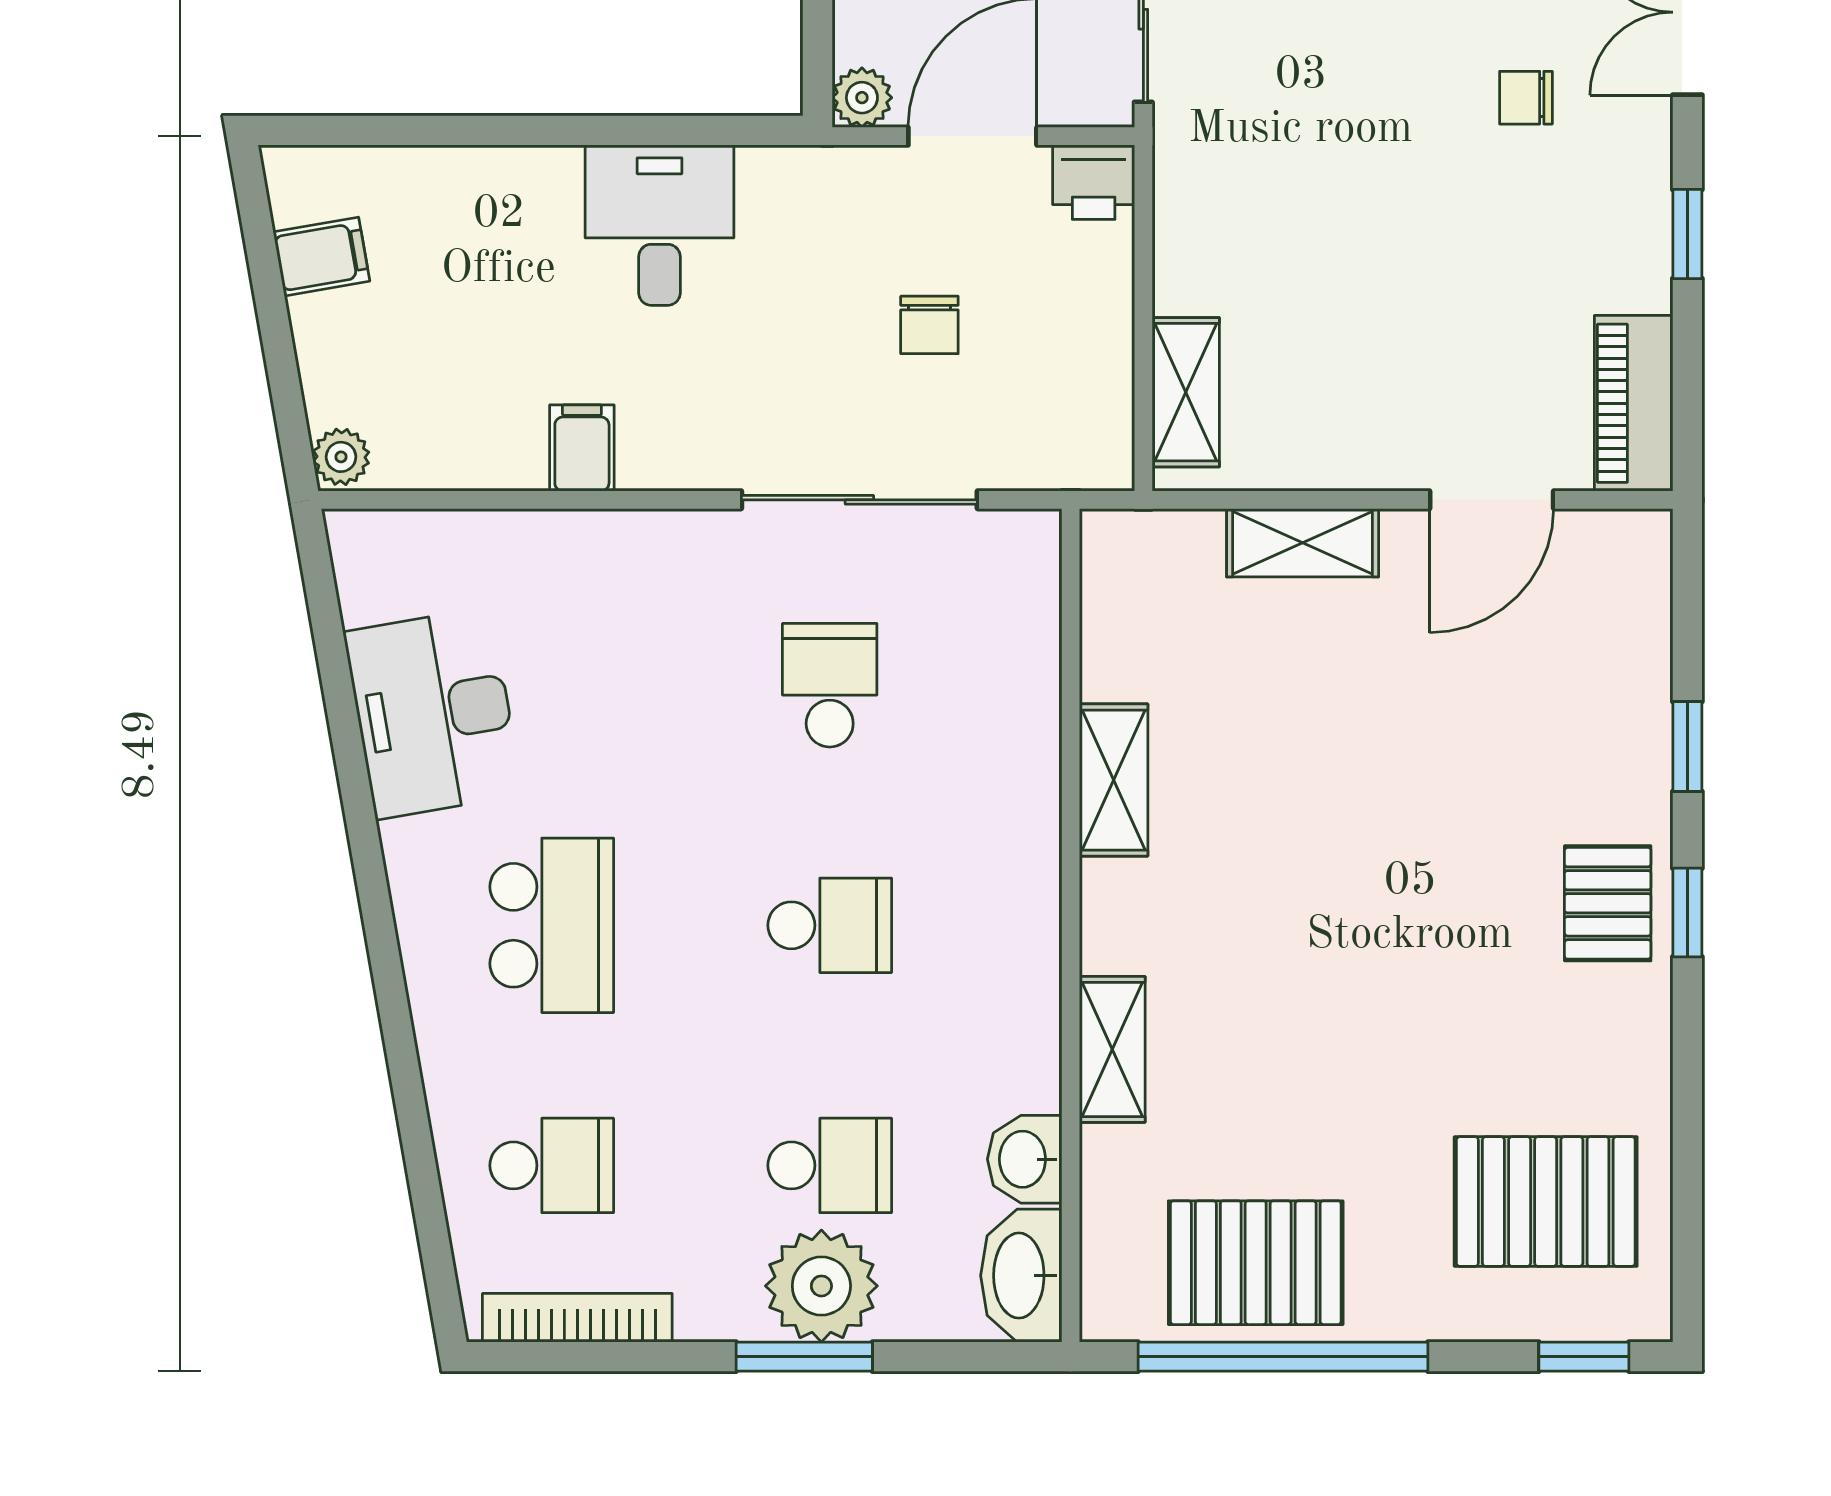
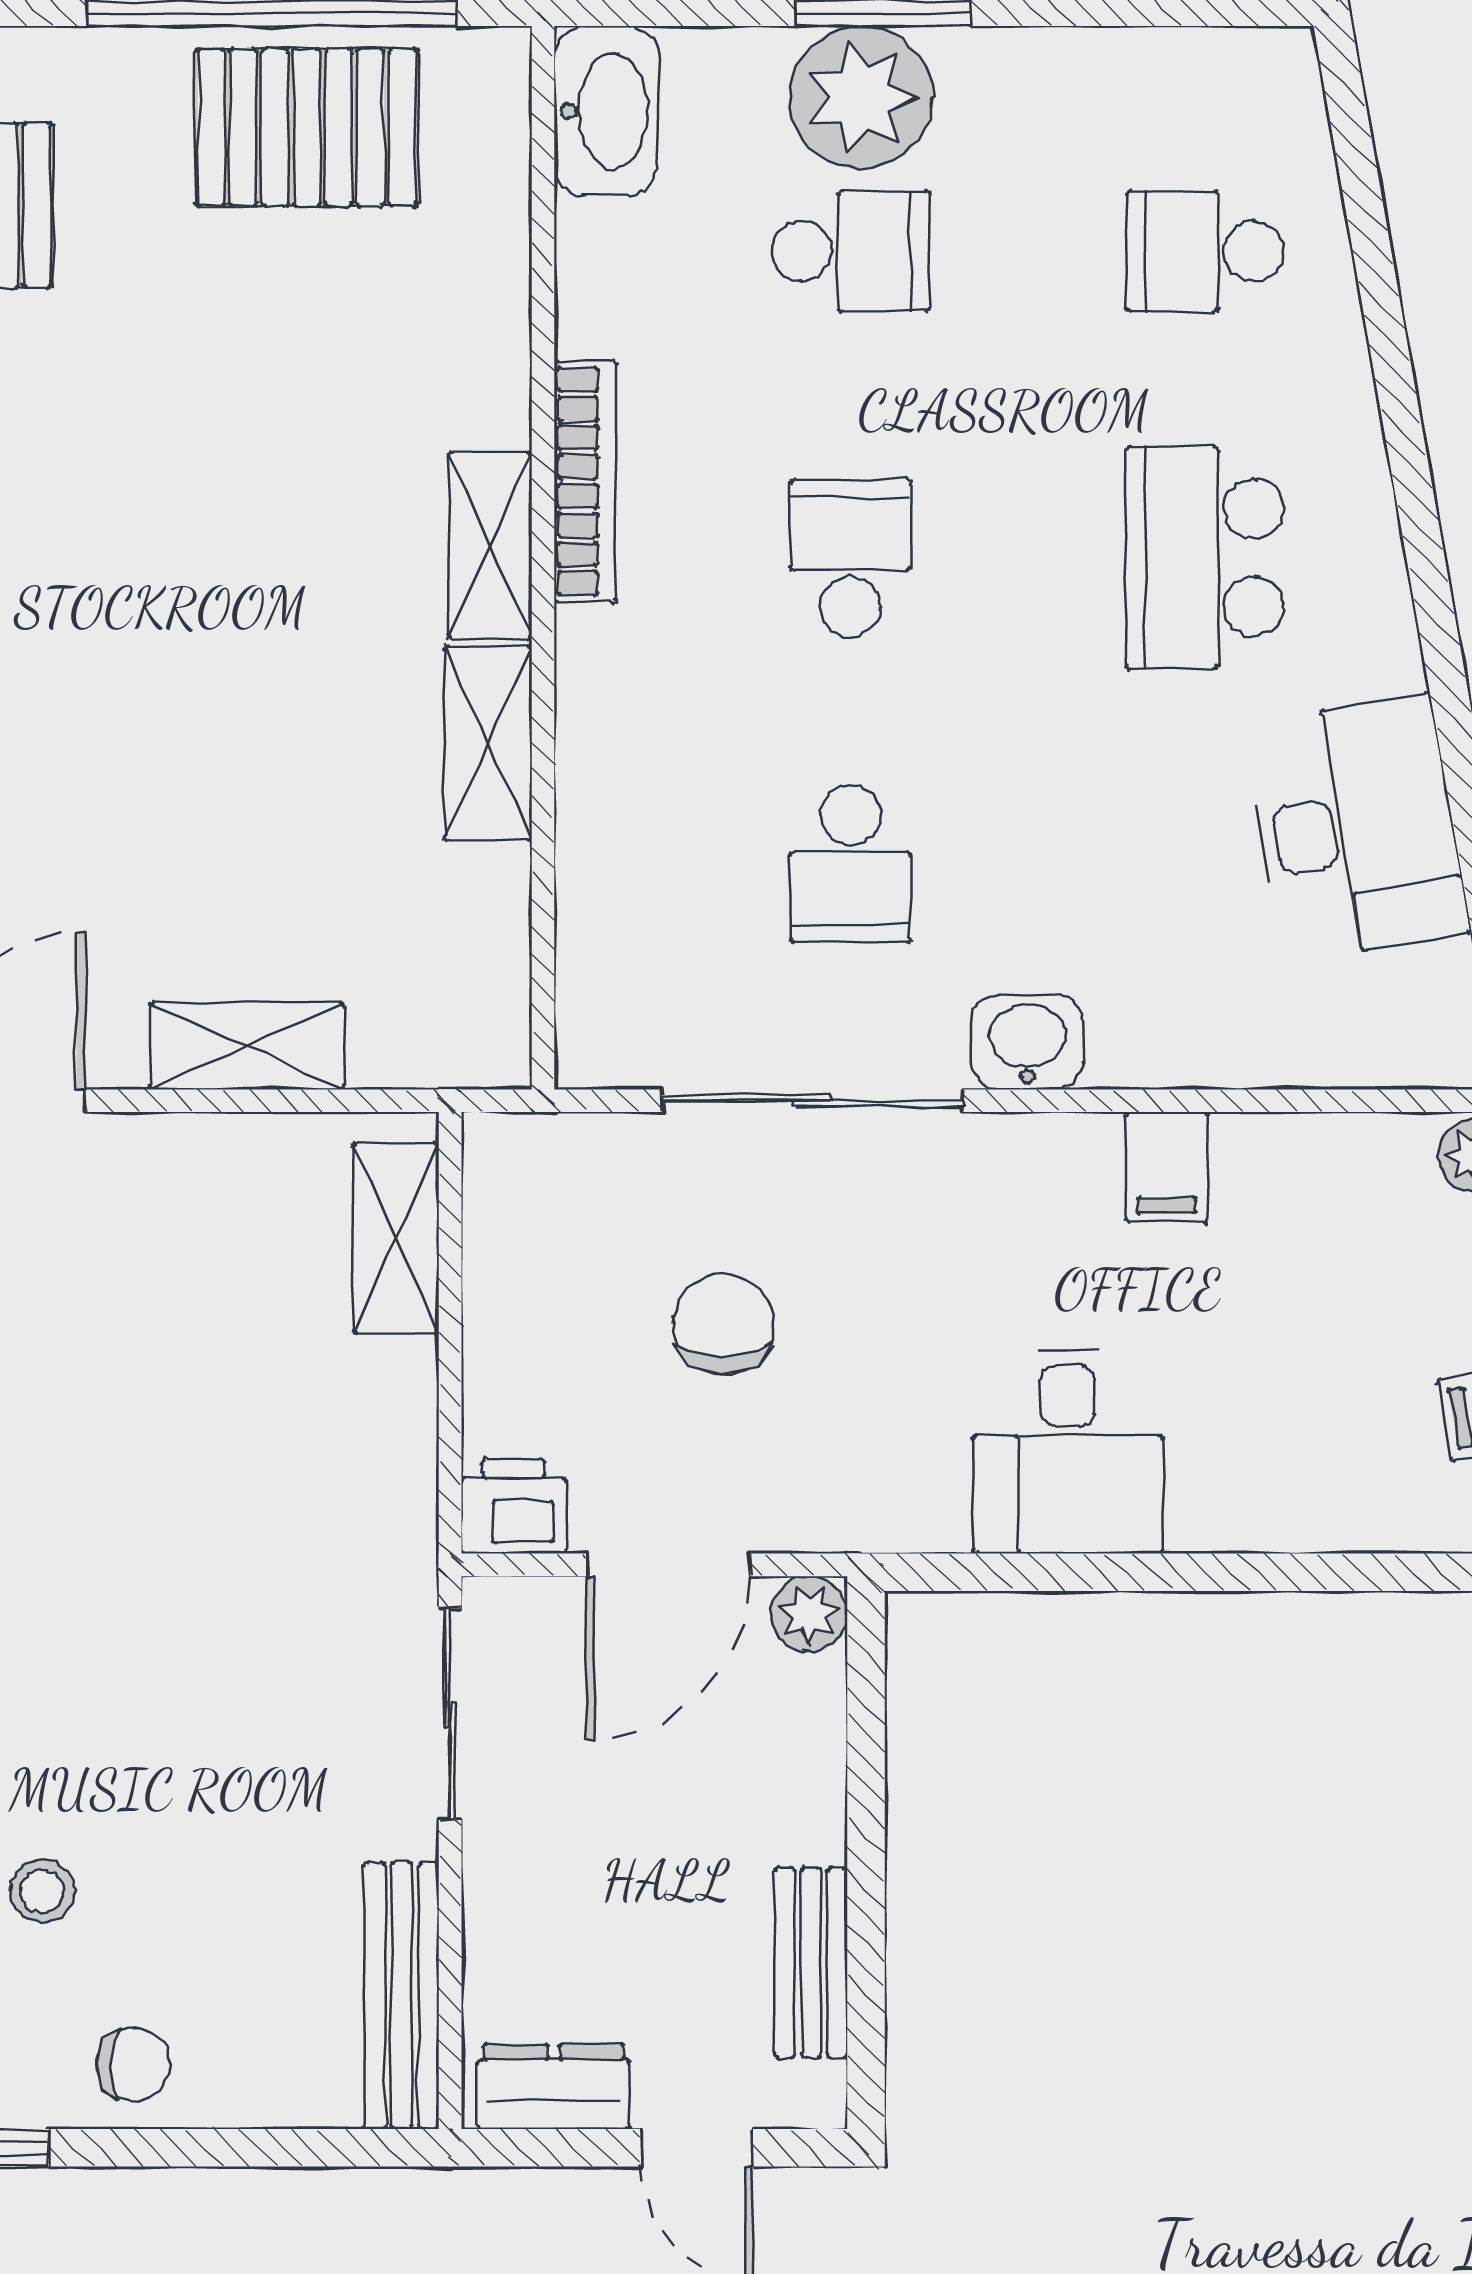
chair: (929, 325) -> (723, 1324), width x1.37, depth x1.37
school desk: (830, 925) -> (850, 558), turned 90
shelving: (1112, 1049) -> (490, 546), moved
washbasin: (1025, 1159) -> (1027, 1042), moved, turned -90
school desk: (830, 1165) -> (850, 251), turned 180
bookcase: (577, 1318) -> (585, 481), moved, turned -90

